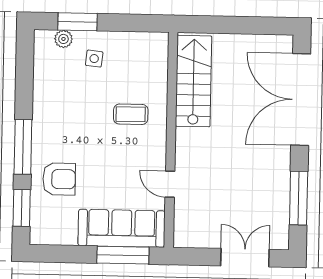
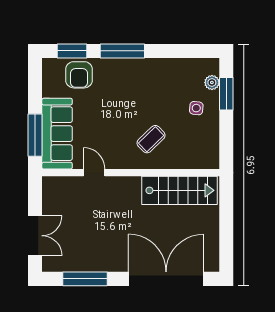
coffee table: (131, 114) -> (151, 139), turned 46
armchair: (59, 179) -> (79, 75), moved
door: (170, 184) -> (94, 173), hinge flipped

